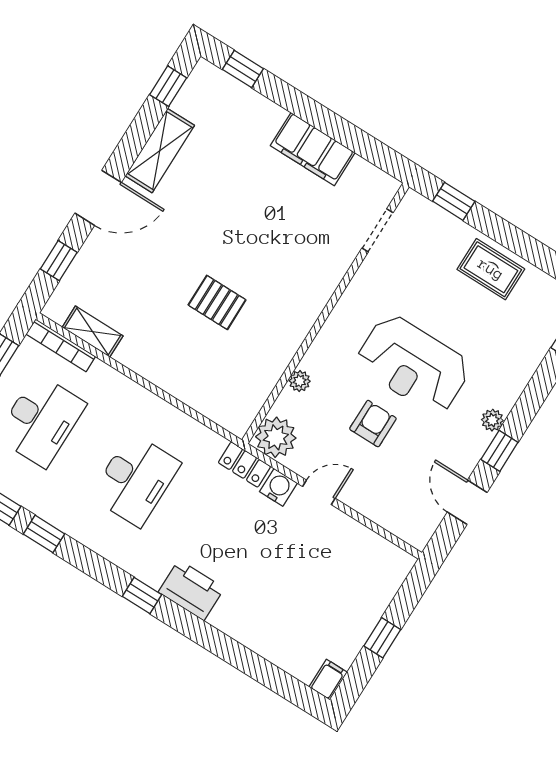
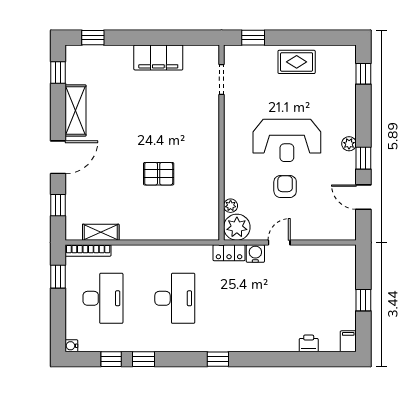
plant: (300, 381) -> (231, 206), moved
printer: (191, 590) -> (309, 343), moved, width x0.53, depth x0.68

